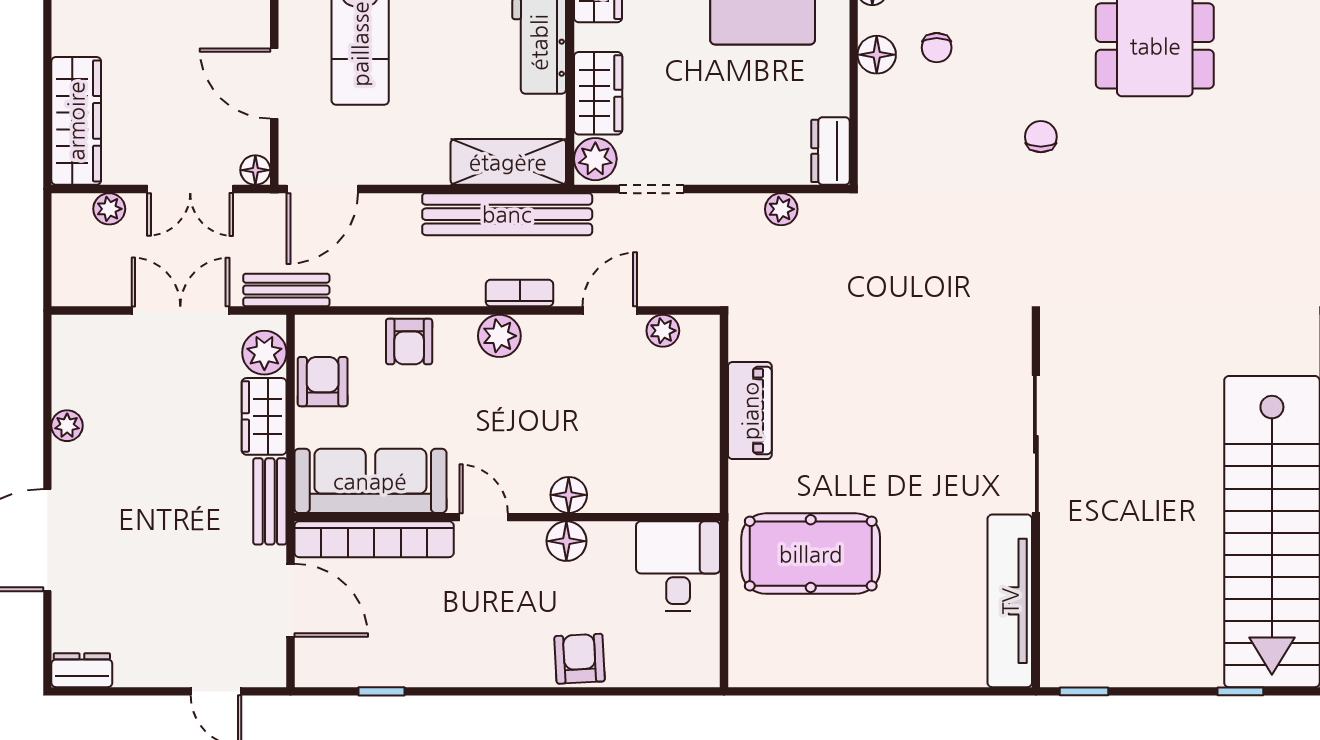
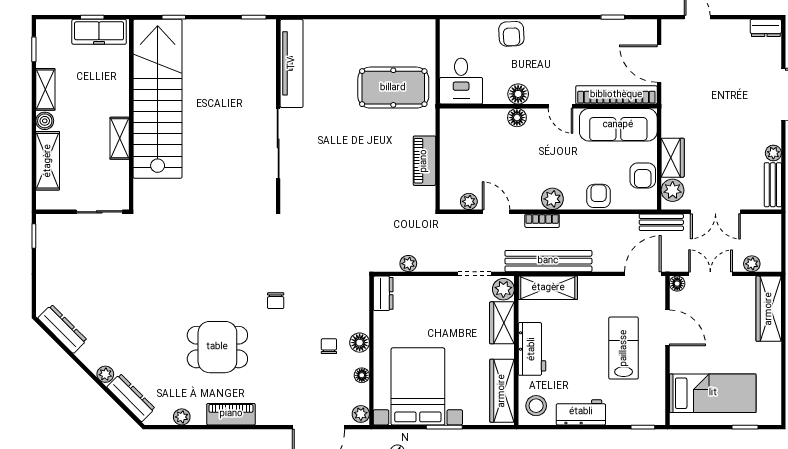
door: (610, 311) -> (496, 212), swing flipped
bench: (270, 501) -> (773, 185), moved

